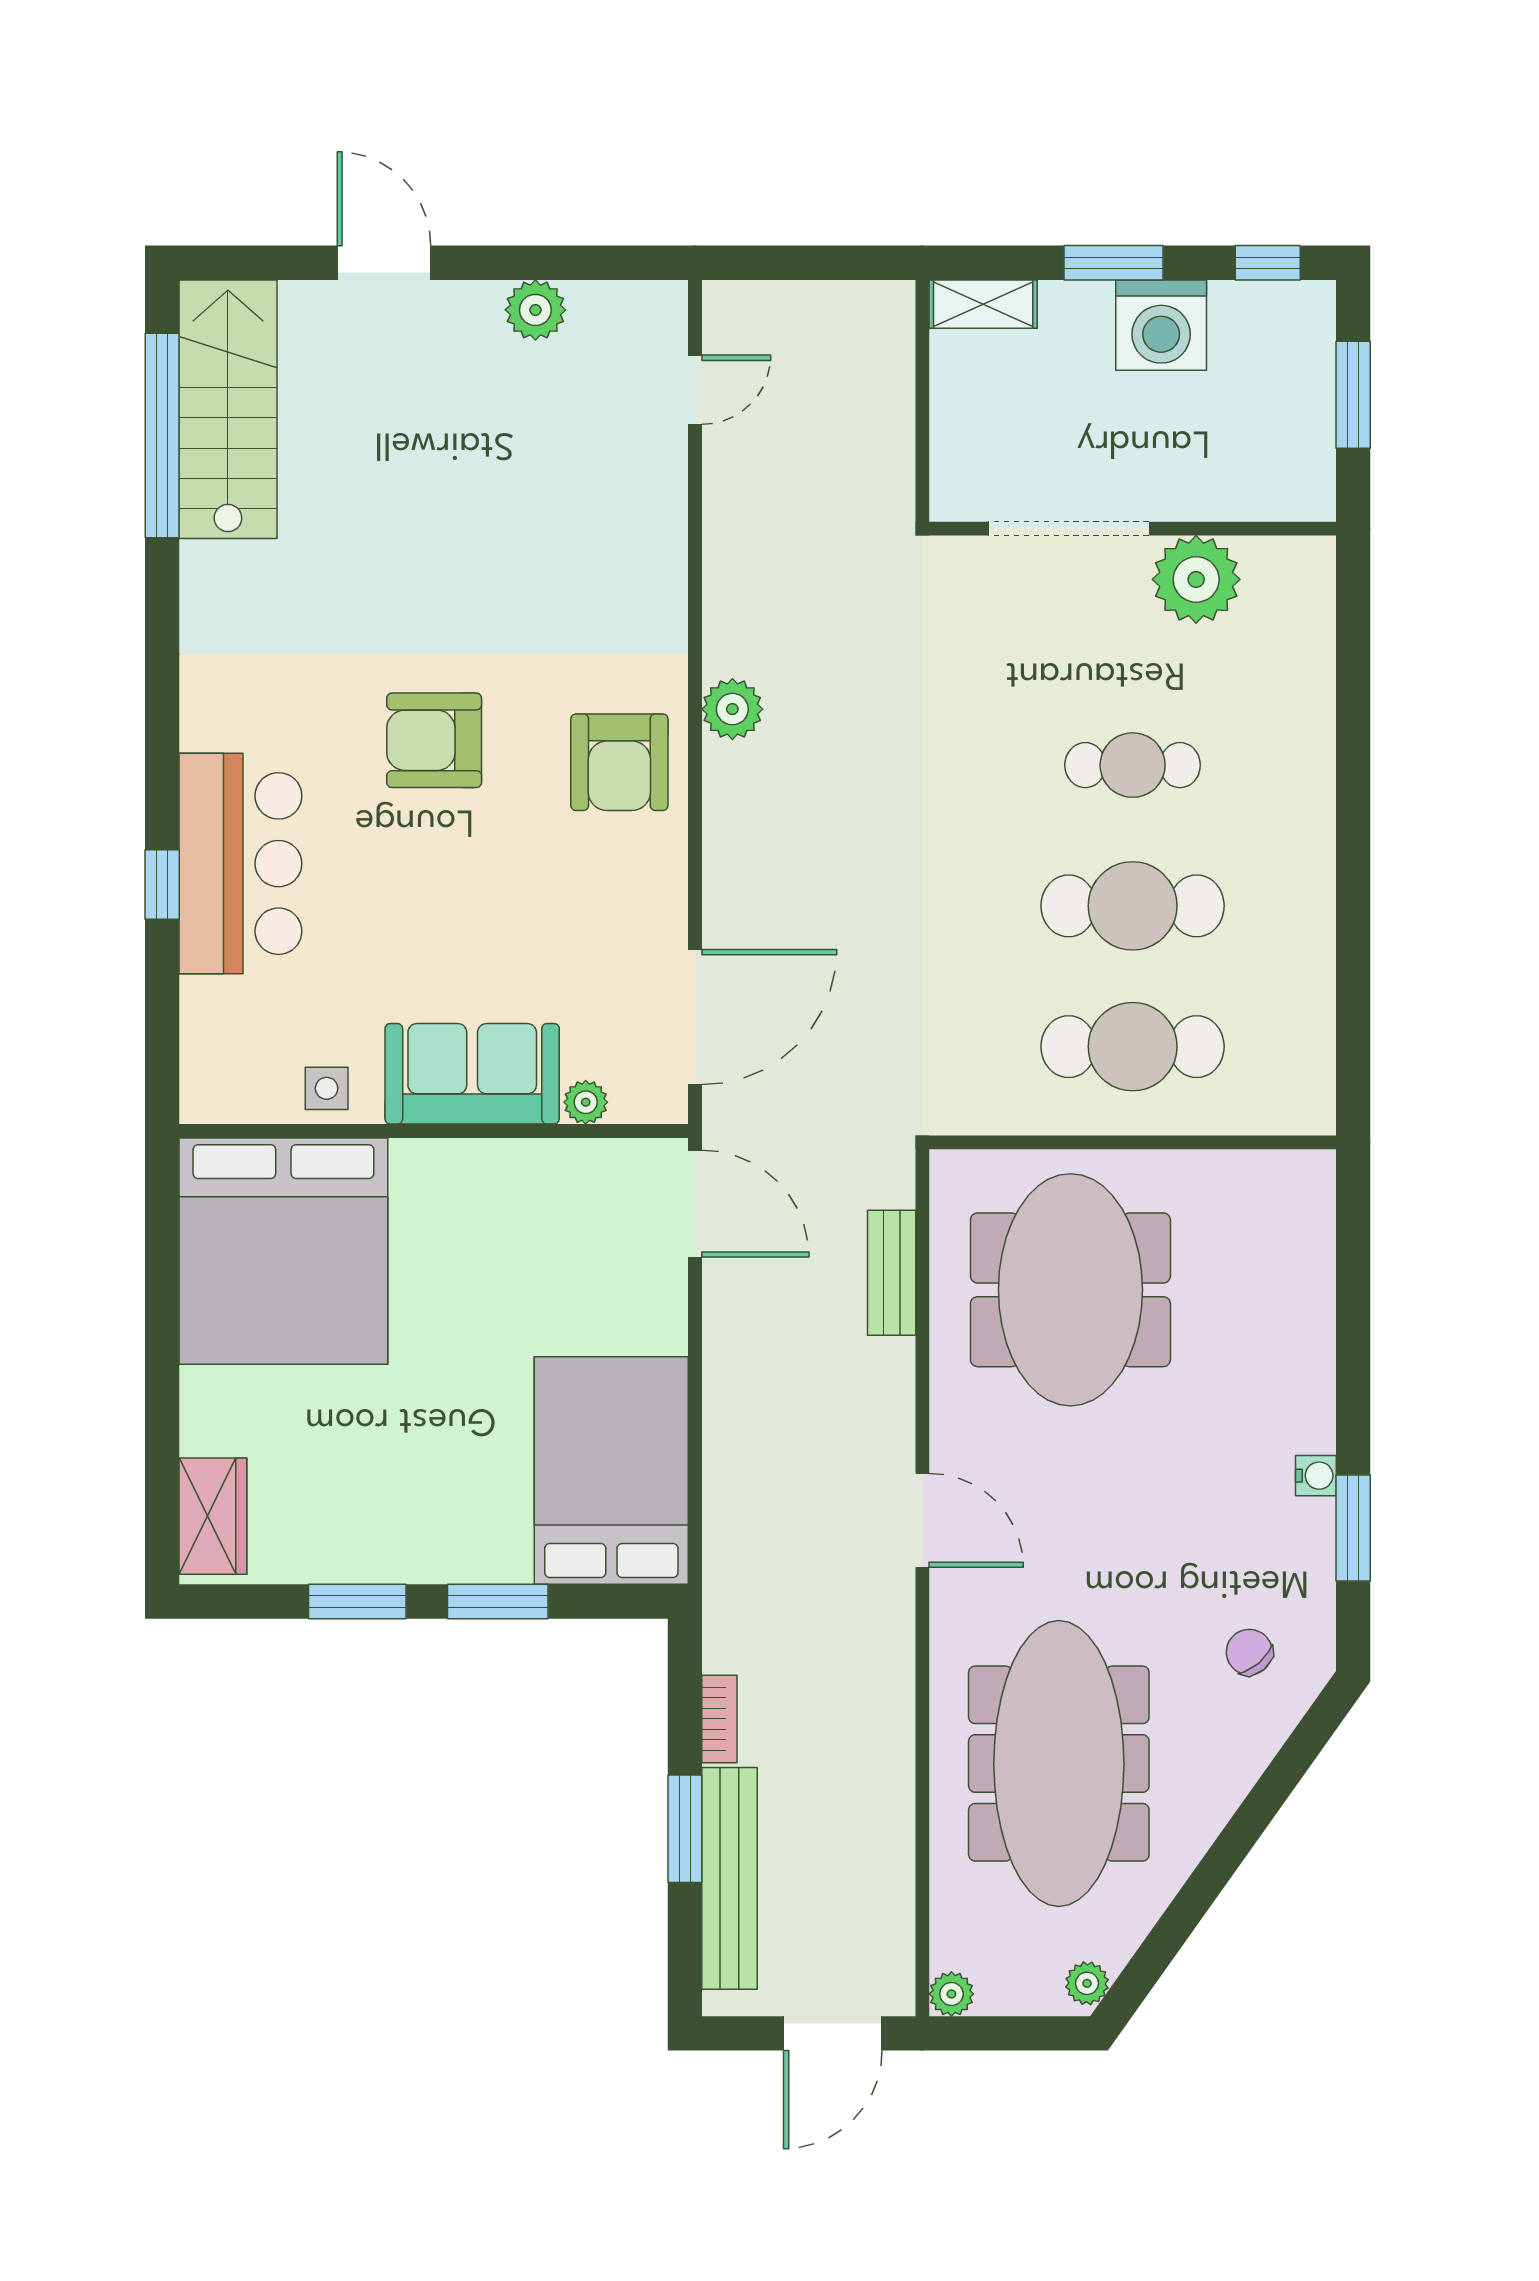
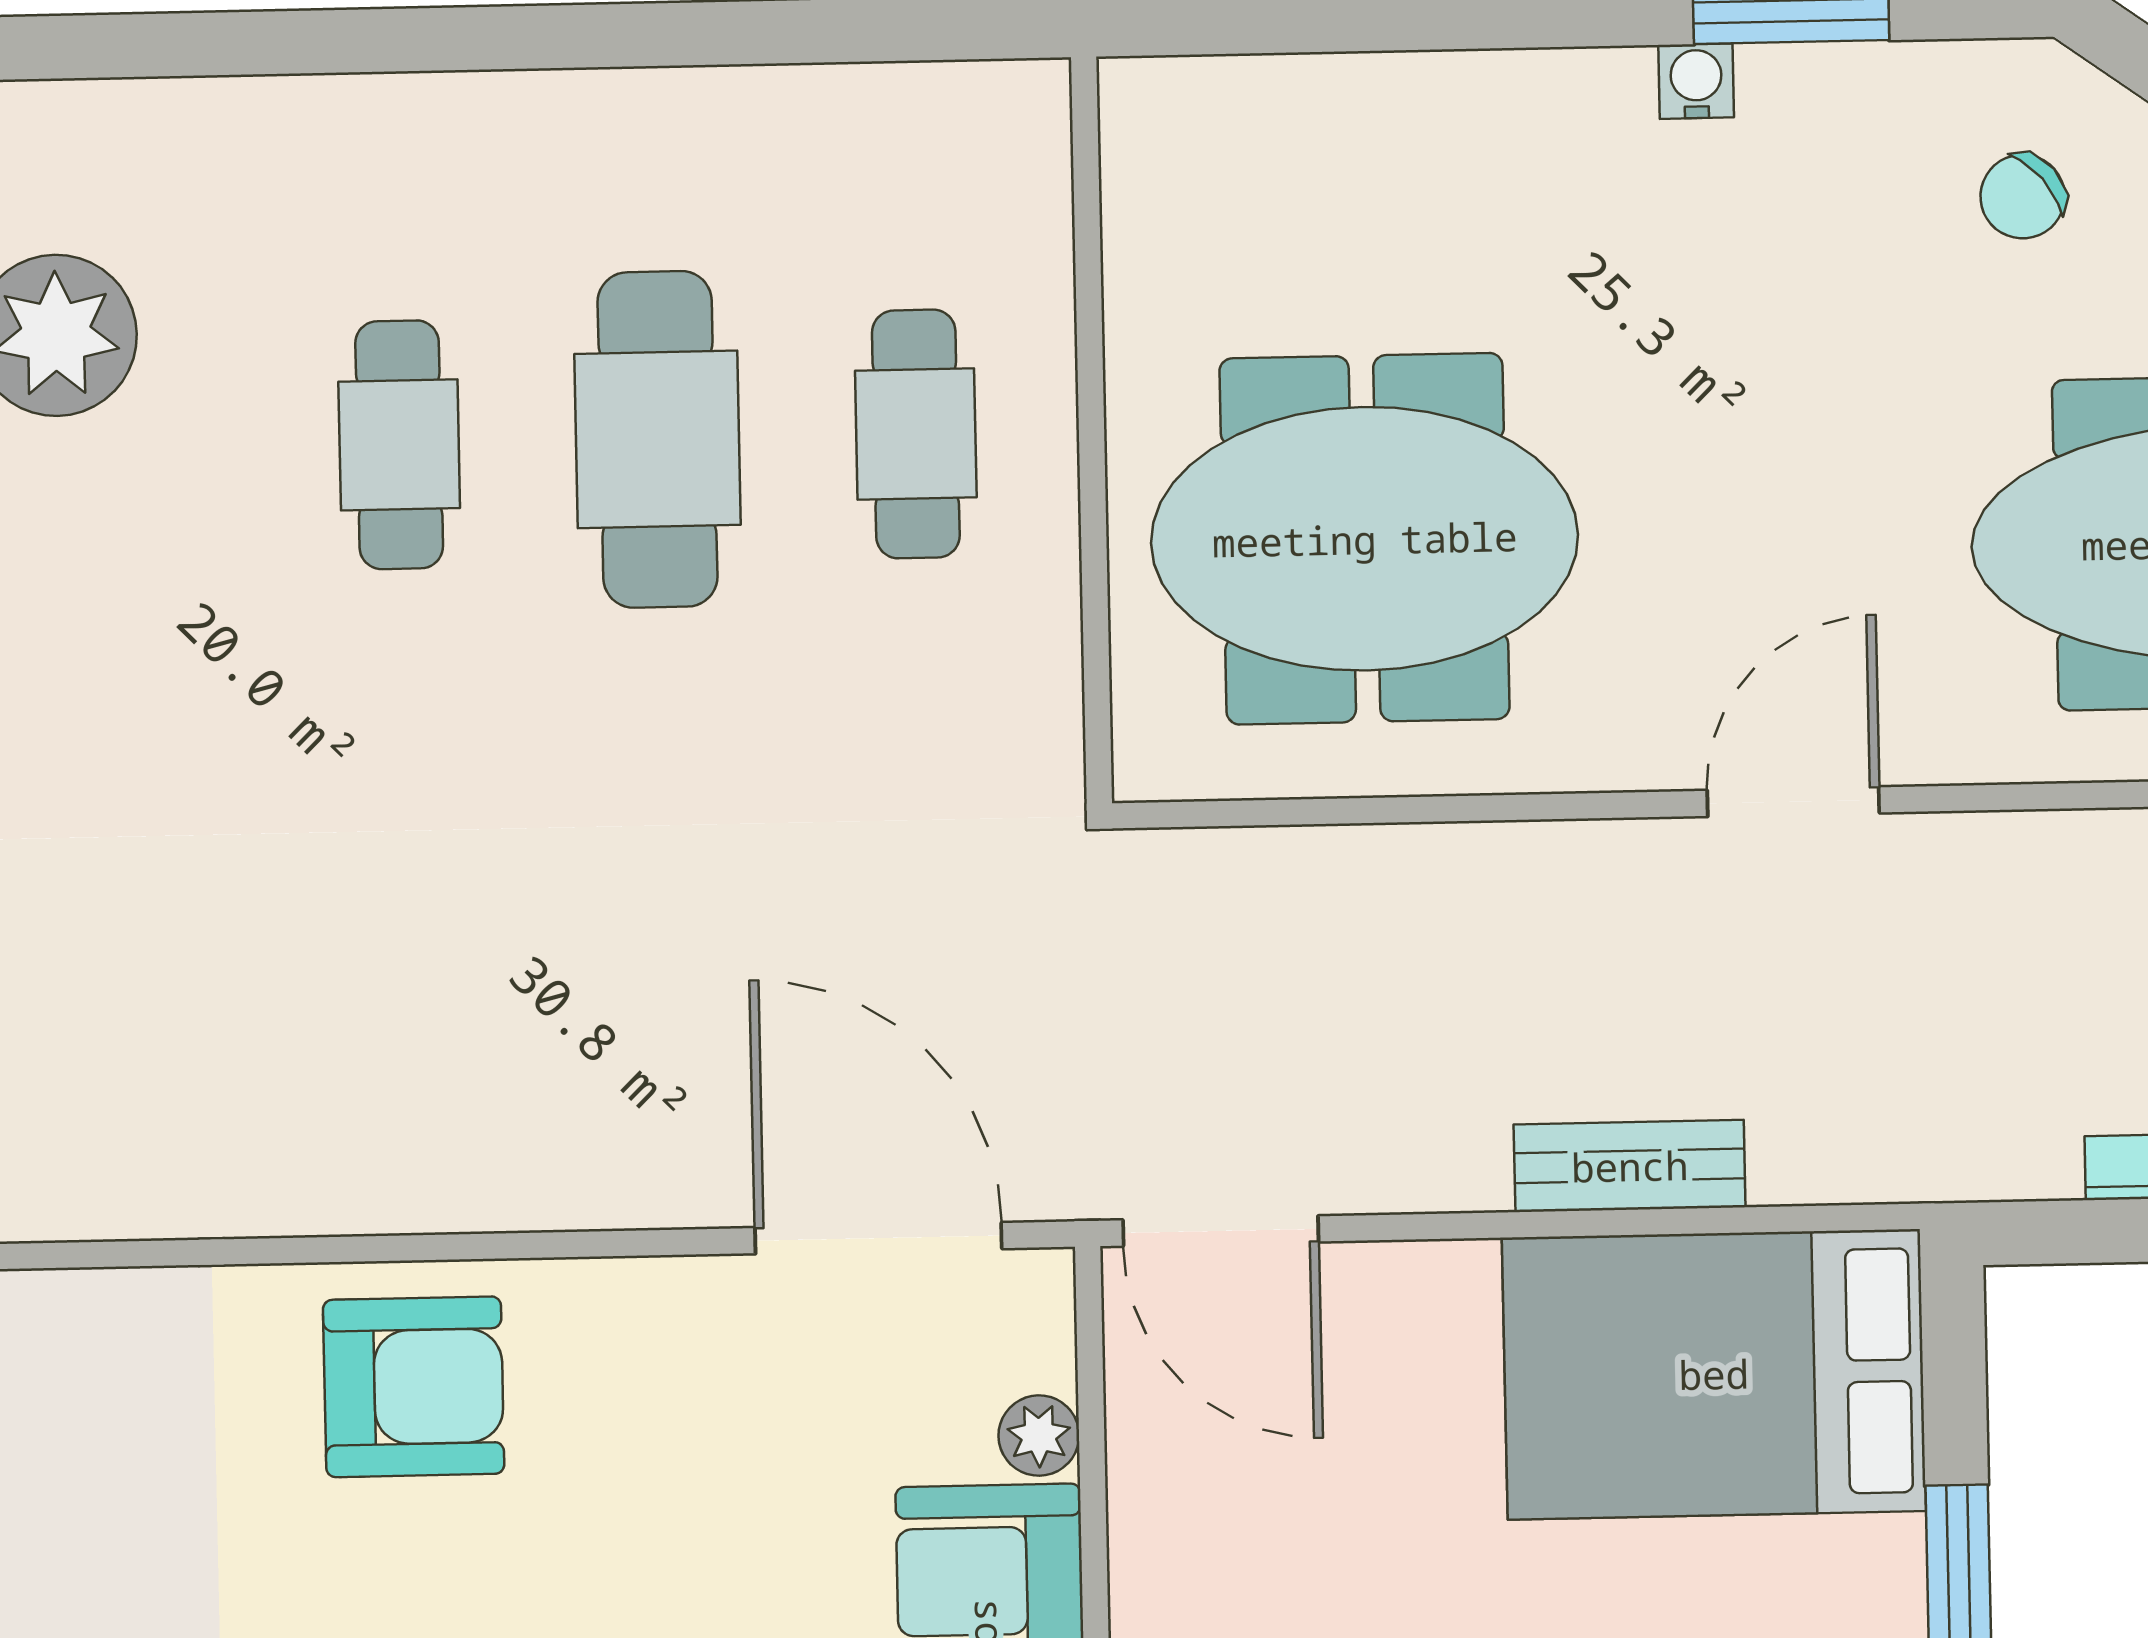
plant: (732, 709) -> (312, 1182), removed
cafe table: (1133, 1047) -> (916, 434), width x0.73, depth x0.74
door: (695, 1204) -> (1221, 1231), swing flipped
bench: (892, 1273) -> (1630, 1166), moved

